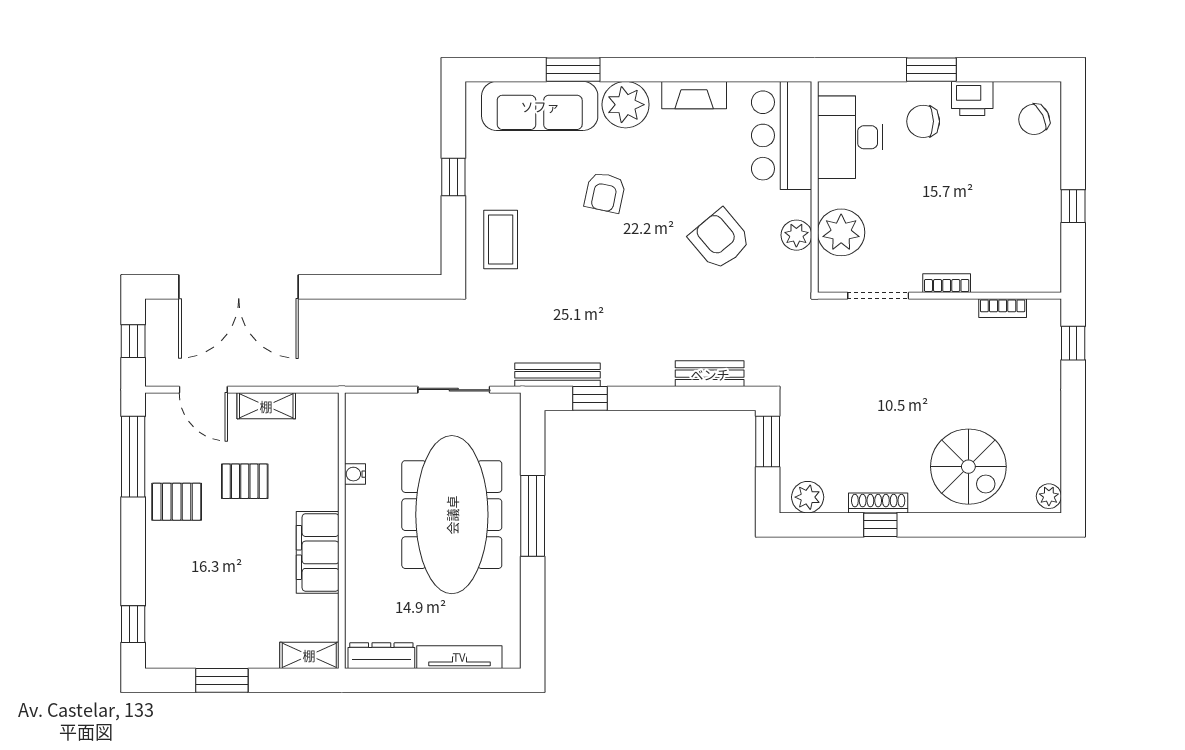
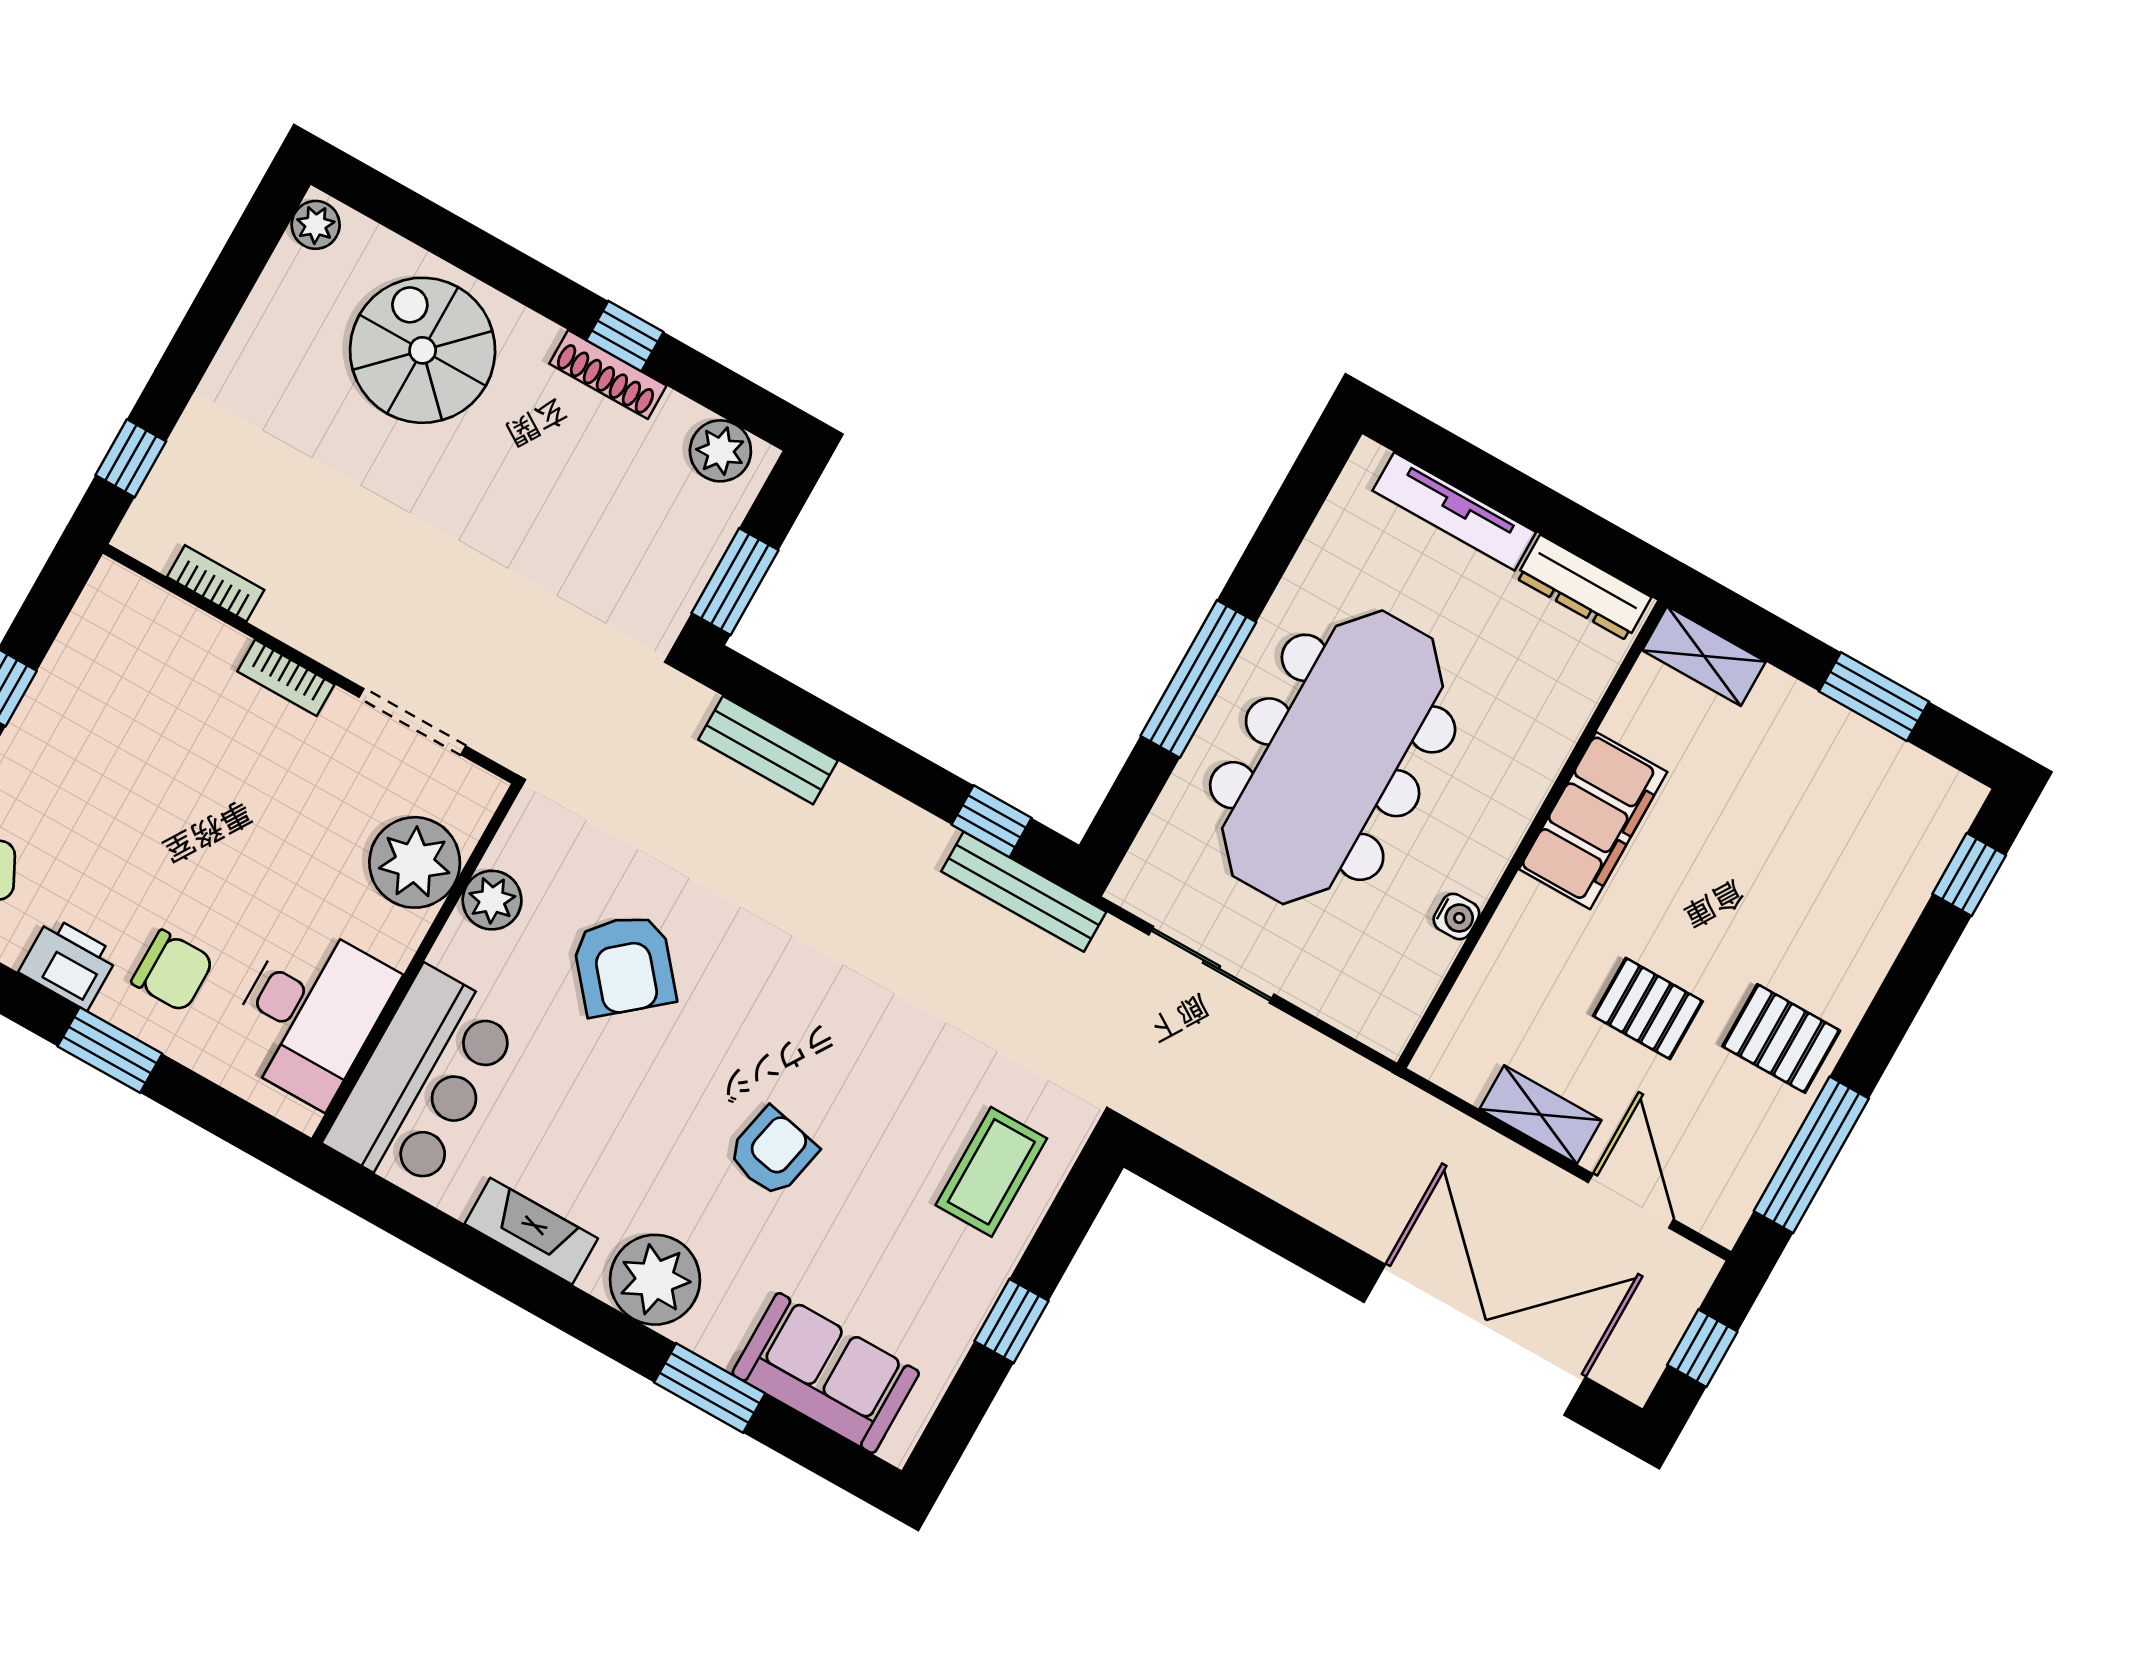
sofa: (540, 106) -> (826, 1373), width x0.73

